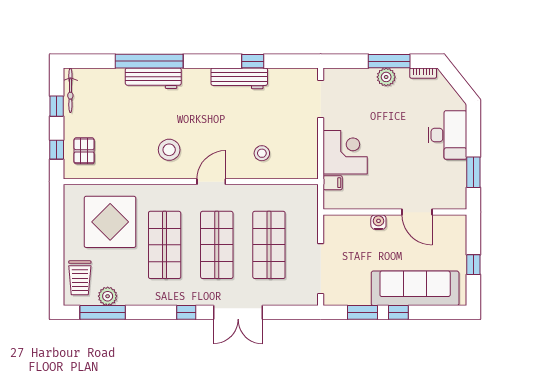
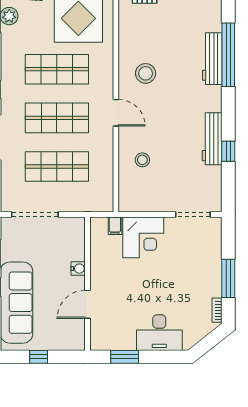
plant: (386, 77) -> (213, 276), removed

